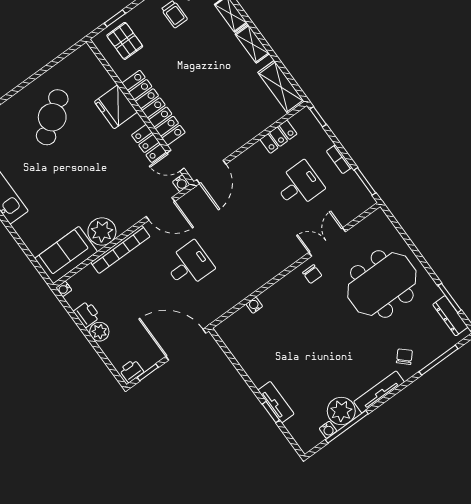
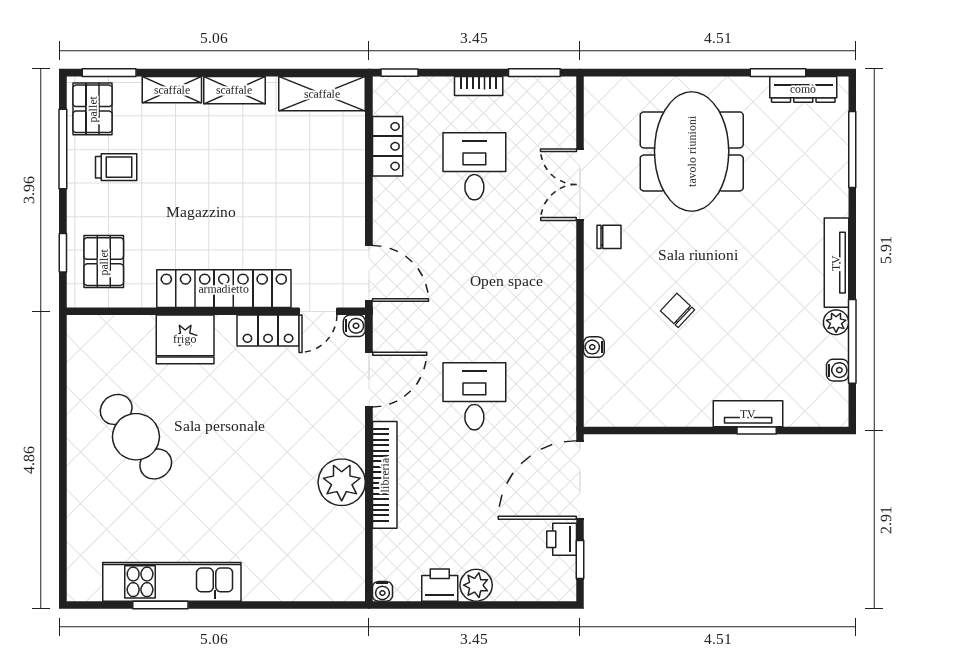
pallet: (125, 41) -> (104, 262), turned 90
sofa: (66, 255) -> (338, 555), removed
chair: (404, 357) -> (677, 310), moved
printer: (131, 371) -> (562, 539), moved
plant: (341, 411) -> (836, 322), width x0.53, depth x0.53

